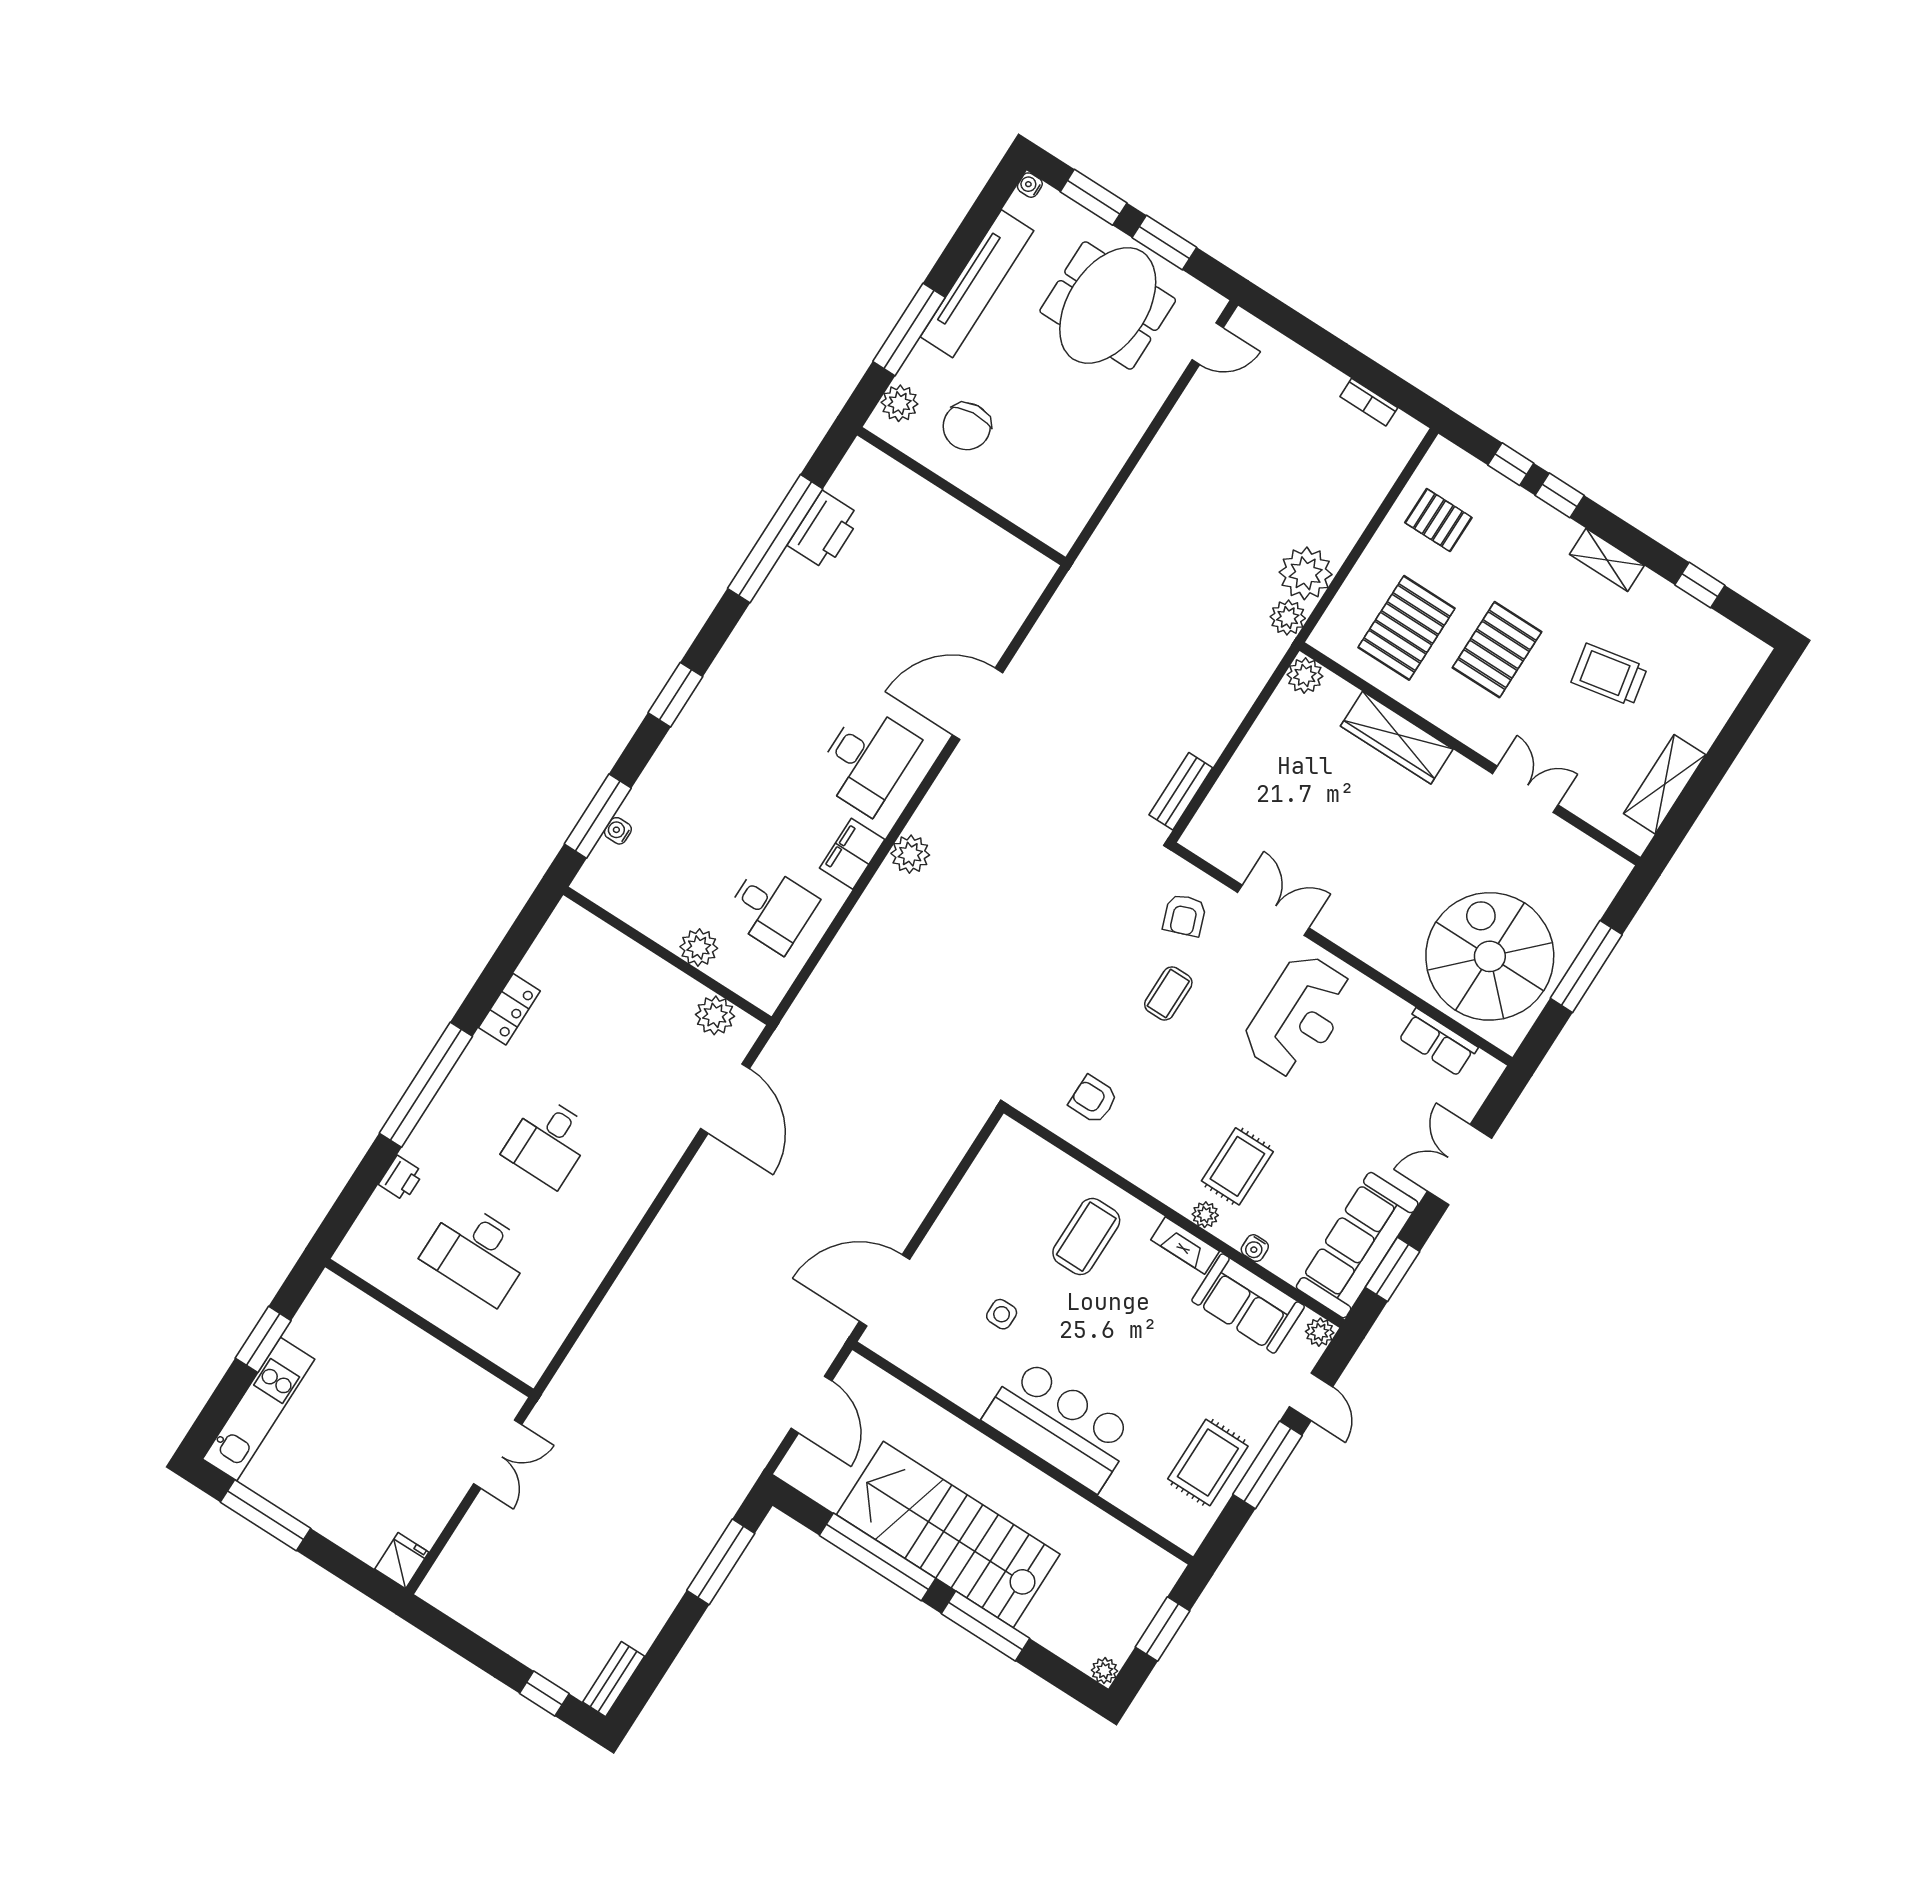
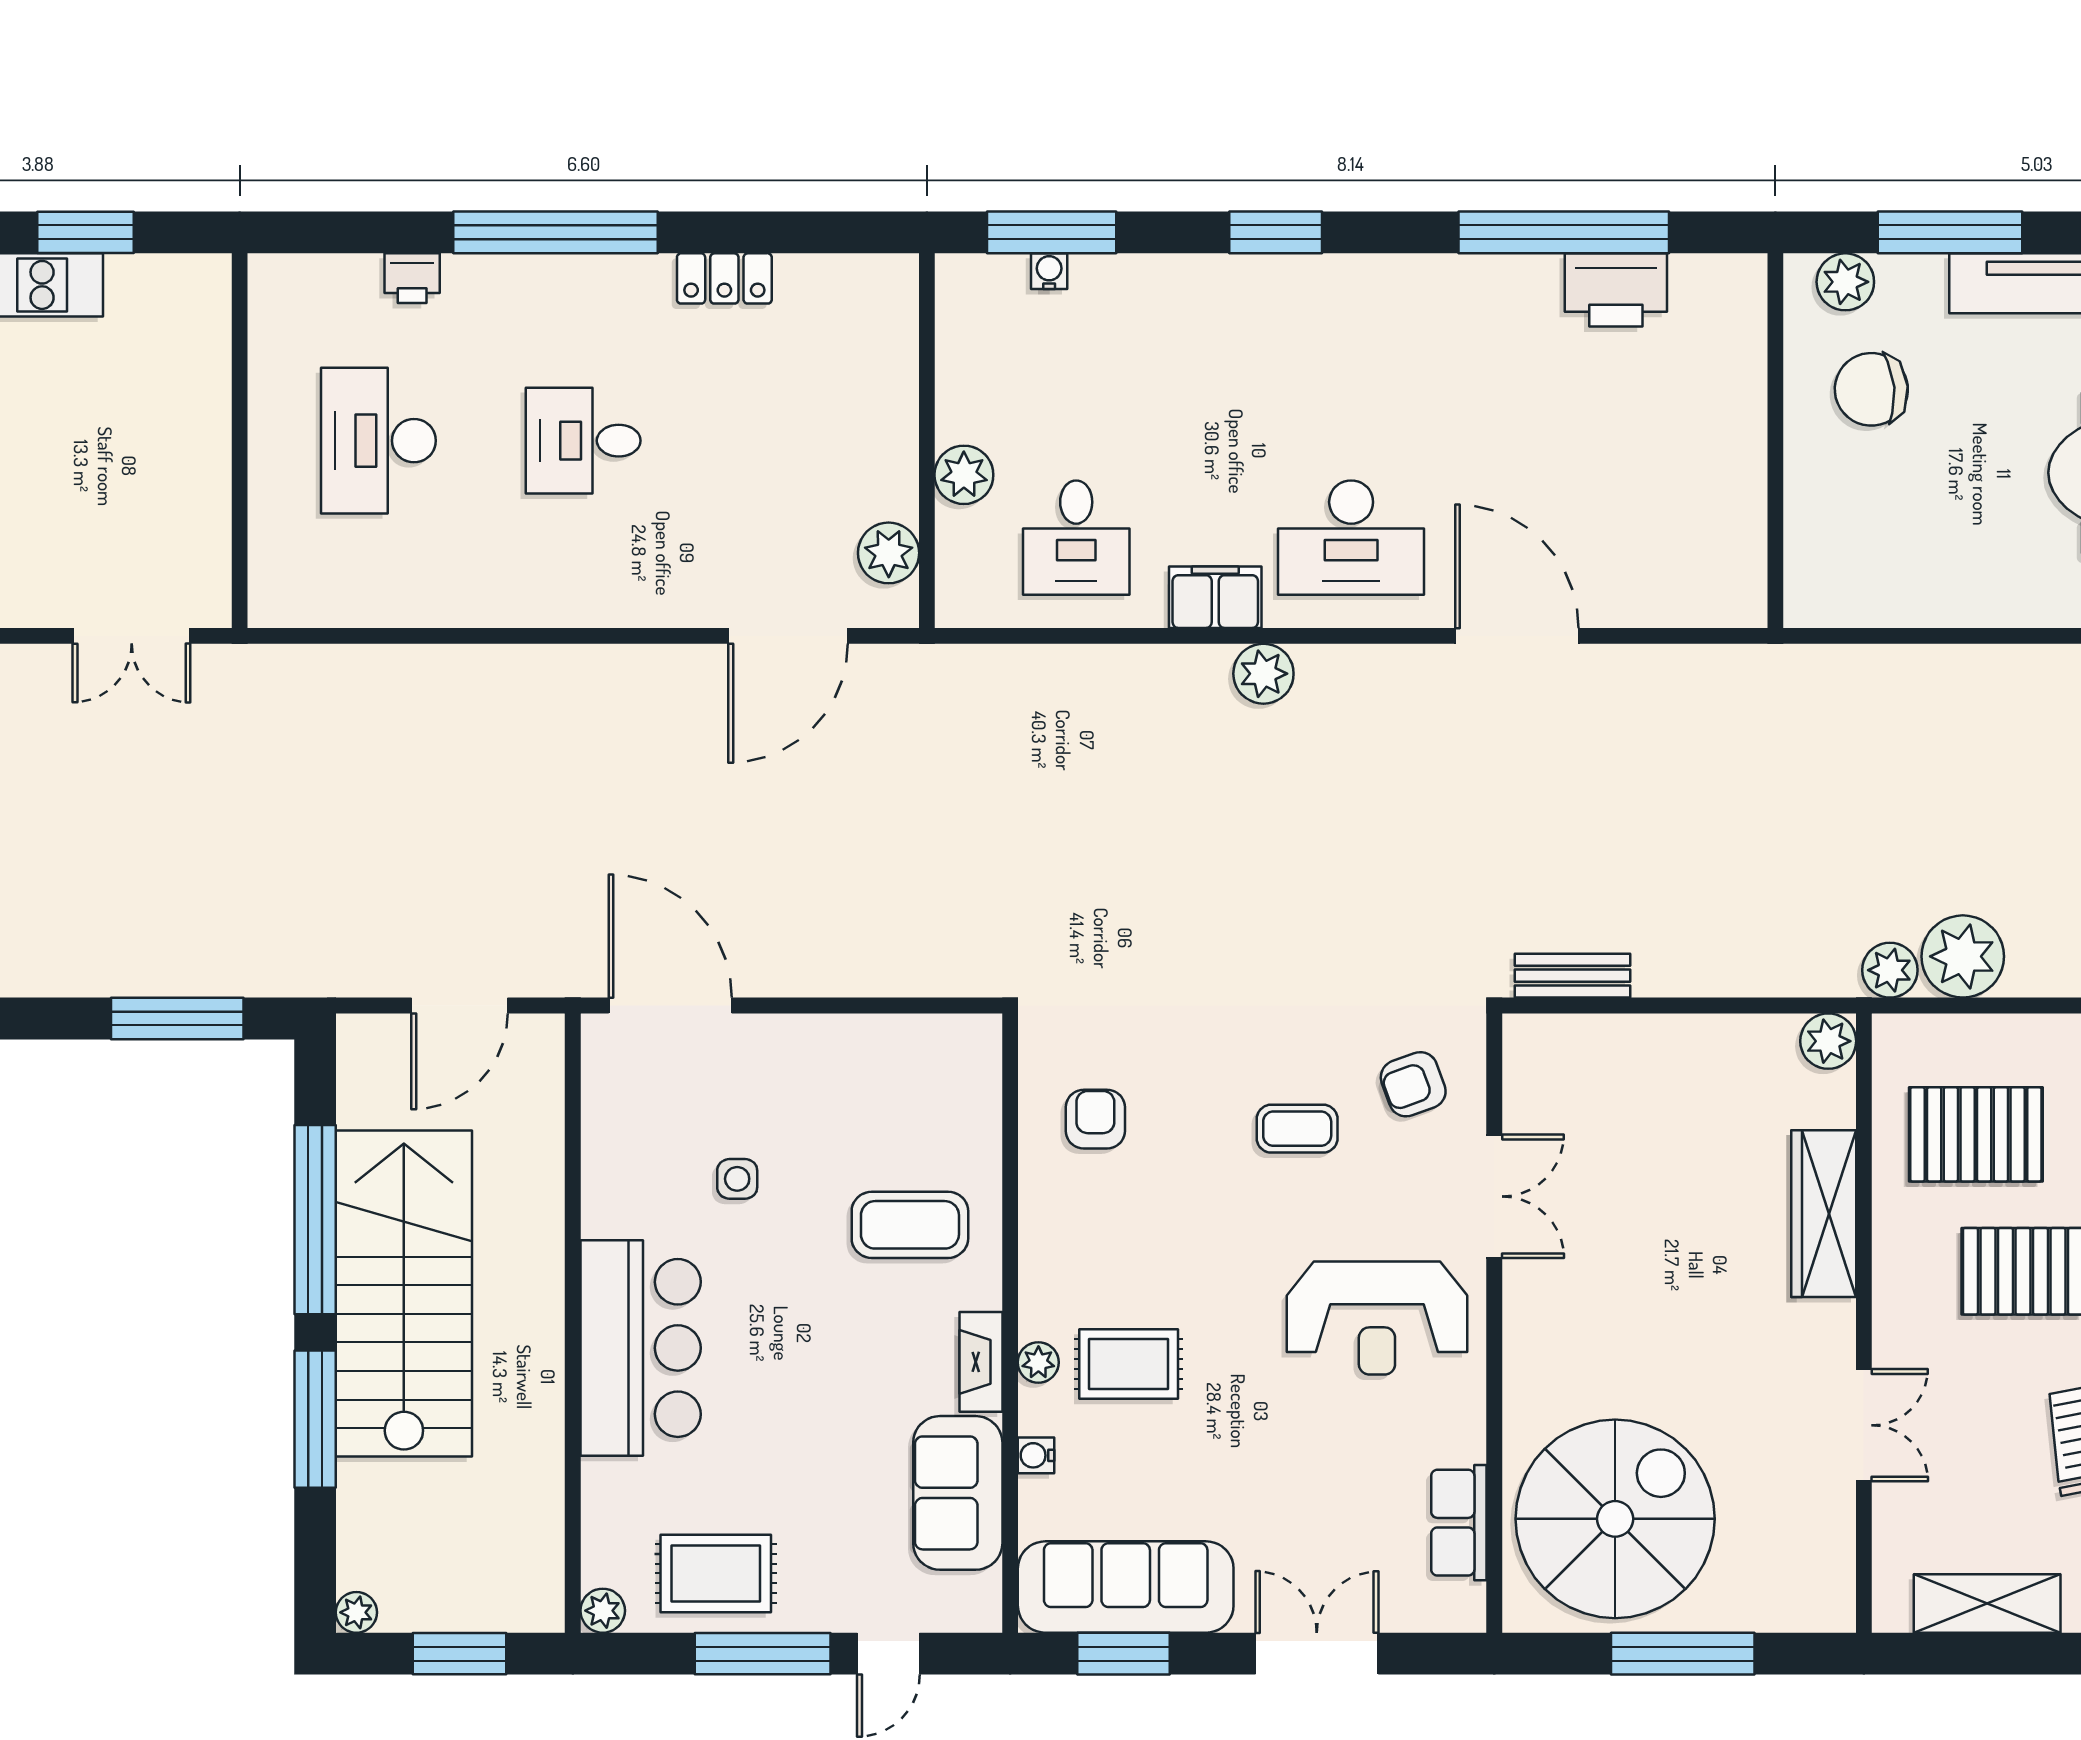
plant: (1320, 1332) -> (603, 1611), moved

